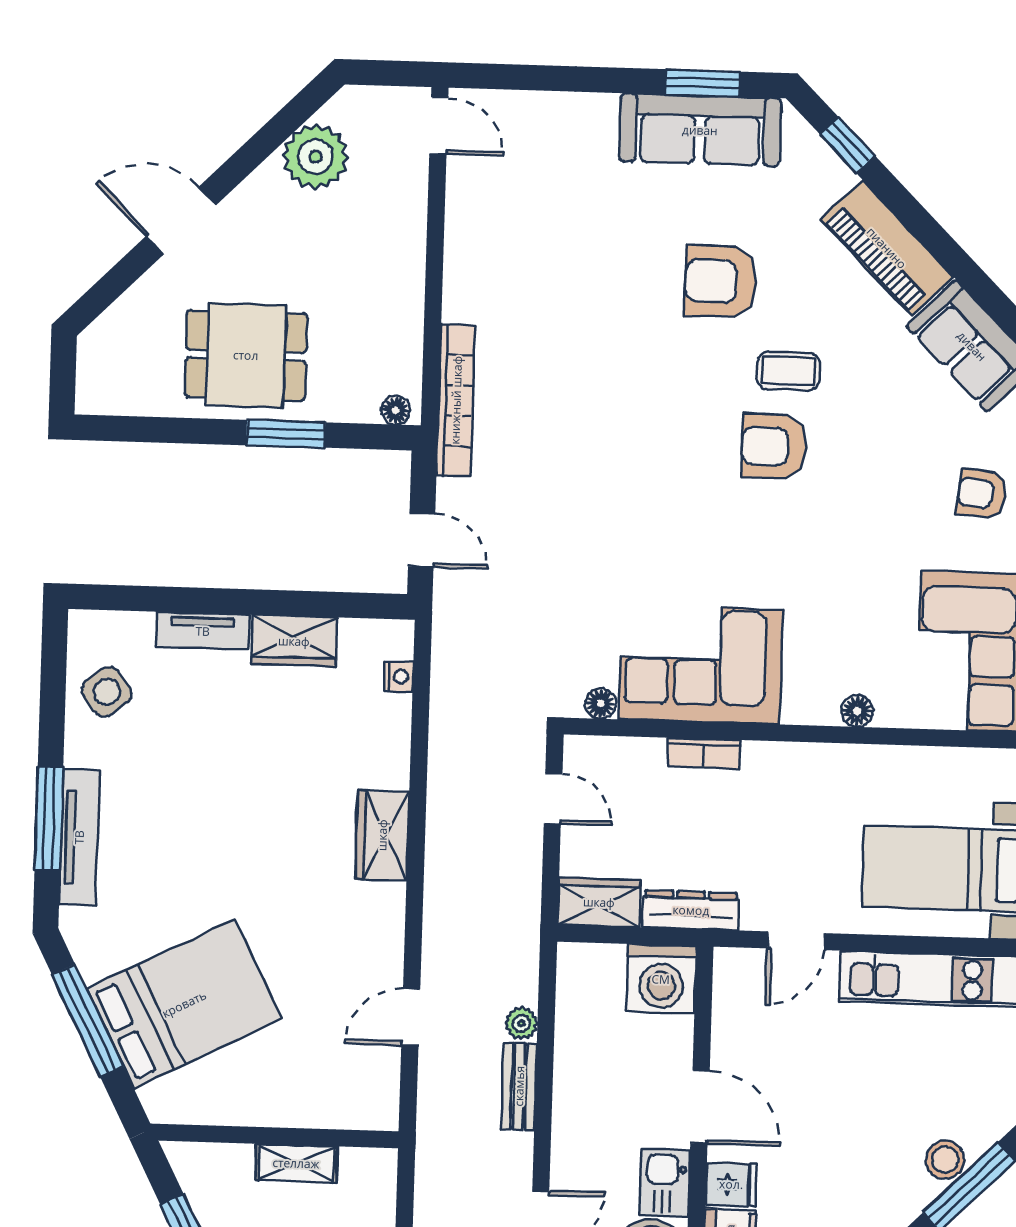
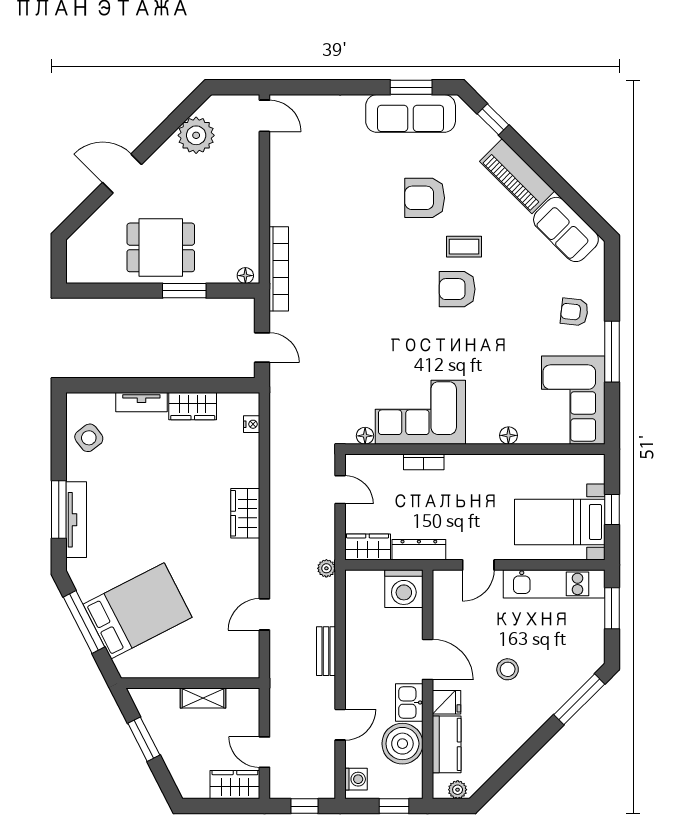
plant: (522, 1023) -> (326, 568), moved
stool: (945, 1160) -> (508, 669), moved

